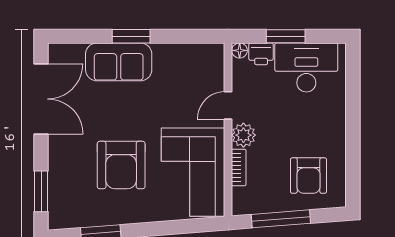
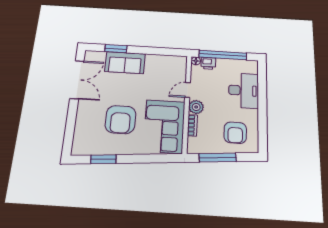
window: (131, 36) -> (116, 49), moved
window: (286, 36) -> (223, 55), width x2.11
desk: (306, 67) -> (244, 91), moved, turned 90
window: (41, 191) -> (69, 132), removed

